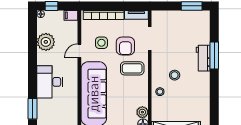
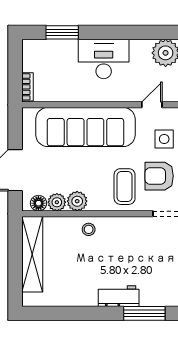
door: (79, 51) -> (152, 105), hinge flipped
workbench: (203, 58) -> (119, 296), moved
stool: (175, 75) -> (114, 252), removed
plant: (142, 99) -> (77, 201), added

